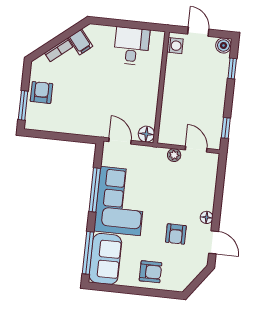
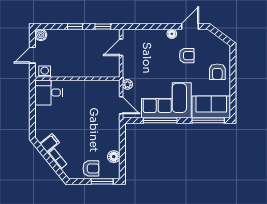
desk: (132, 46) -> (49, 93), moved
window: (232, 68) -> (75, 26), moved
armchair: (41, 92) -> (91, 168), turned 180
floor lamp: (146, 134) -> (114, 157), moved
door: (120, 141) -> (121, 105), swing flipped
plant: (174, 155) -> (127, 84), moved
armchair: (151, 272) -> (217, 72), turned 180

